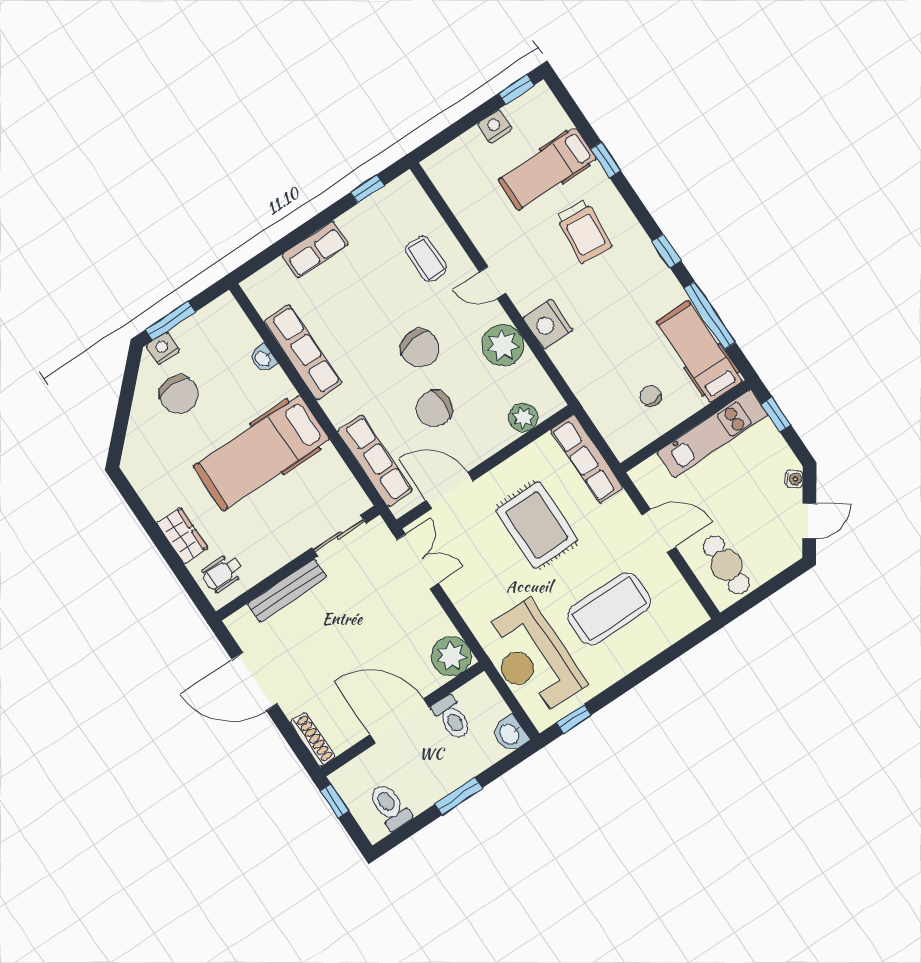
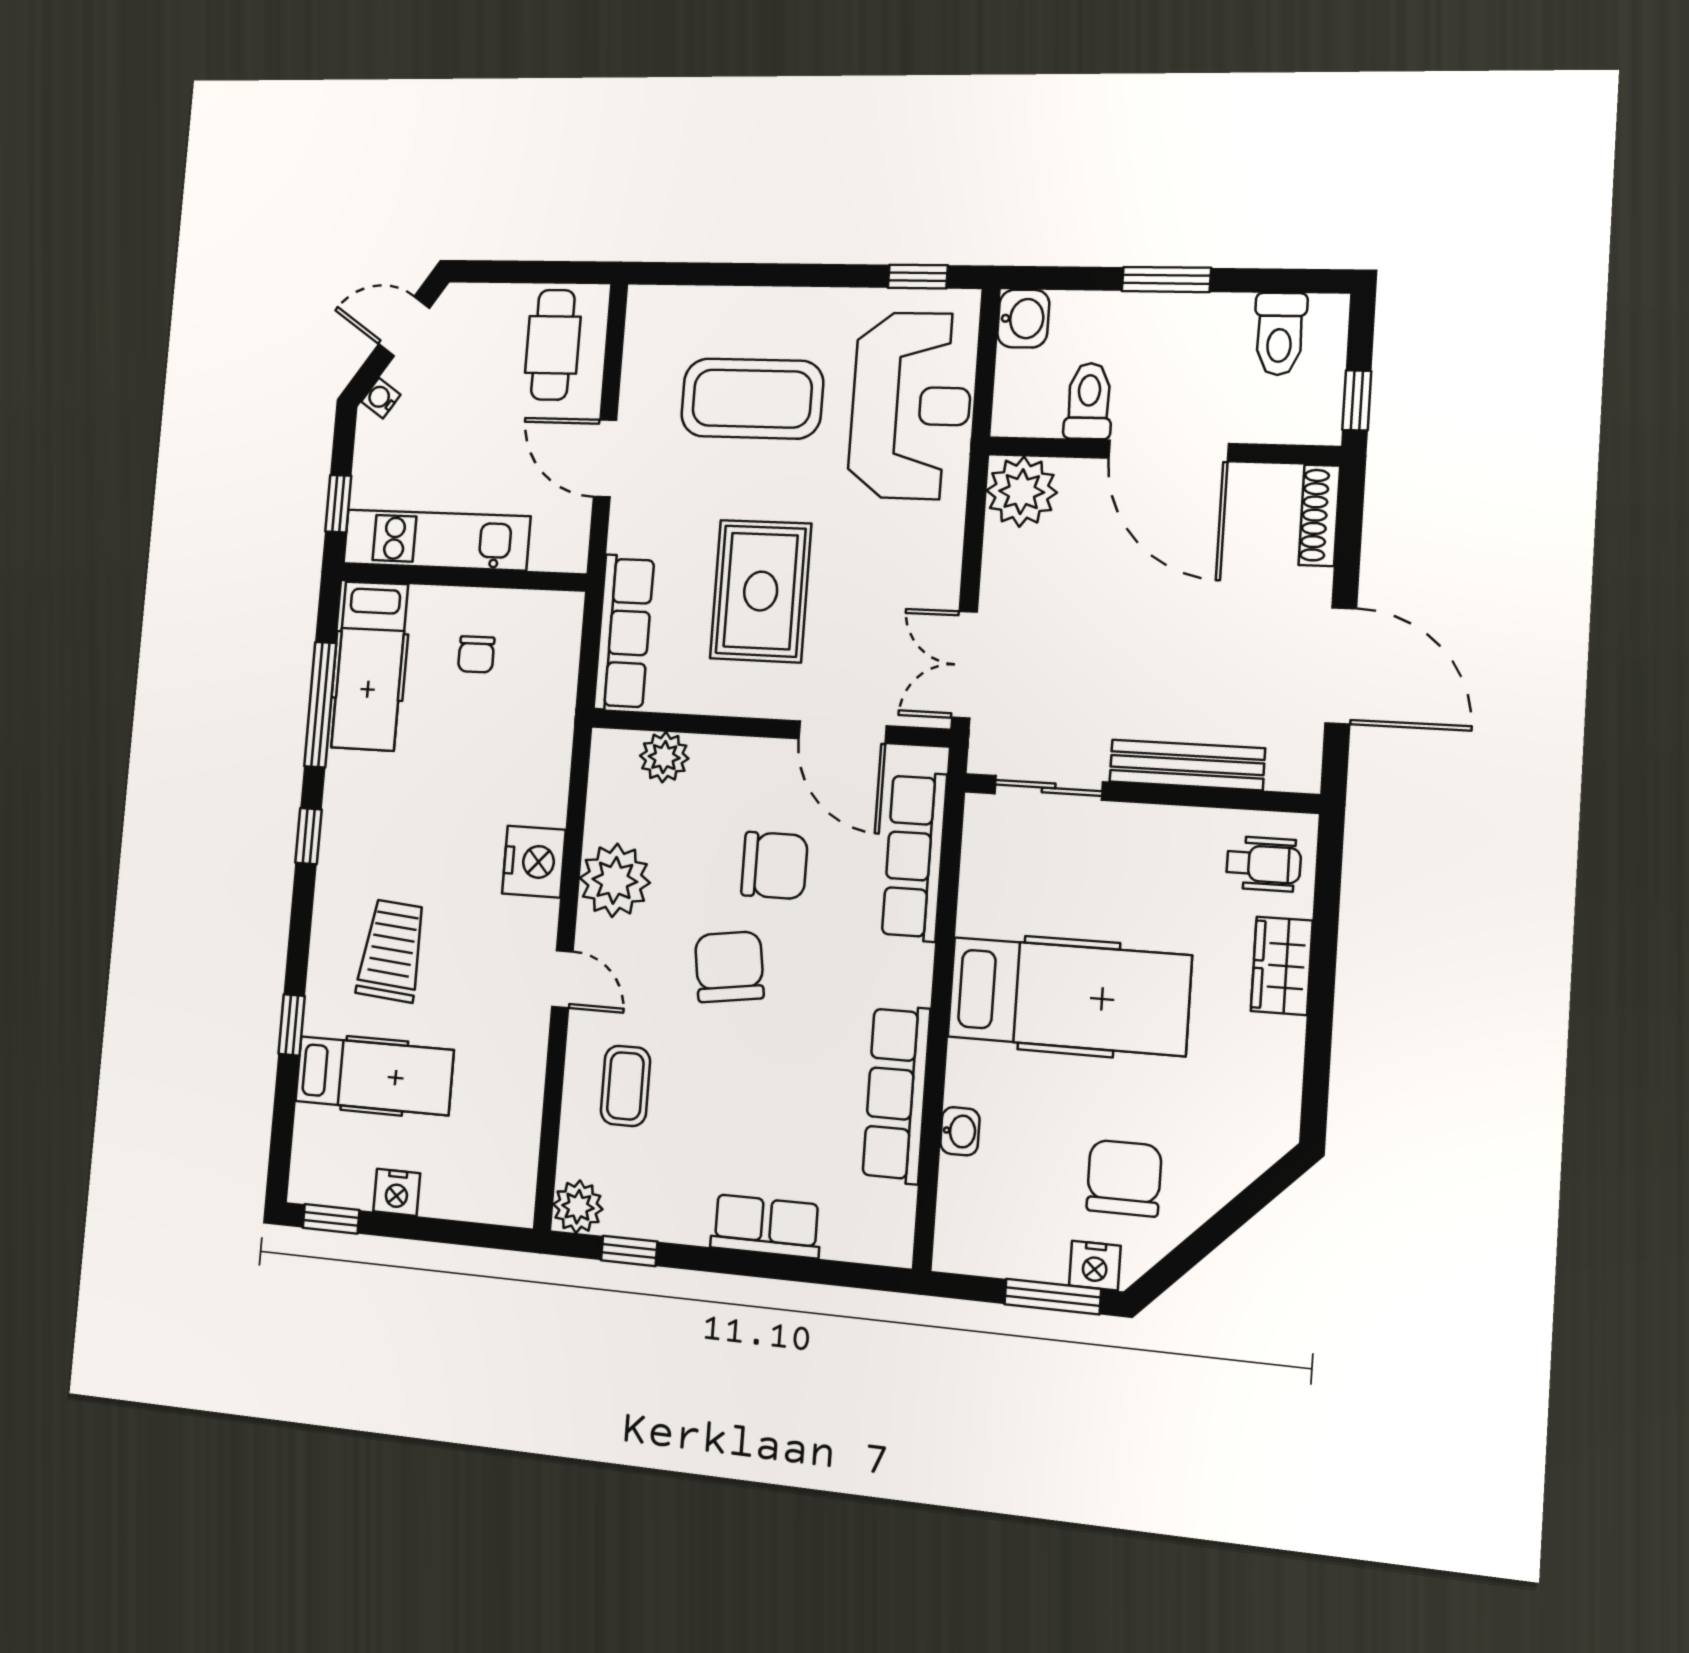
plant: (406, 189) -> (578, 1207), added

